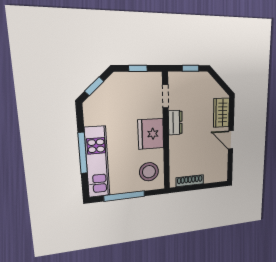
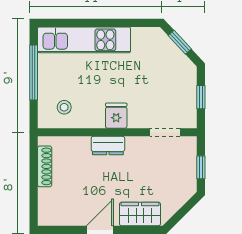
dresser: (175, 123) -> (108, 146), moved
fridge: (151, 134) -> (116, 116), width x0.53, depth x0.75
window: (83, 153) -> (97, 23), removed
stool: (149, 172) -> (64, 107), width x0.53, depth x0.53

